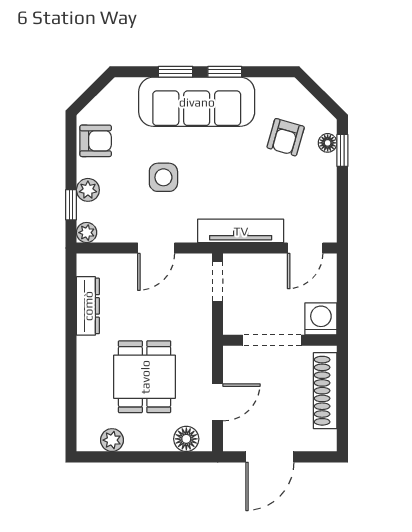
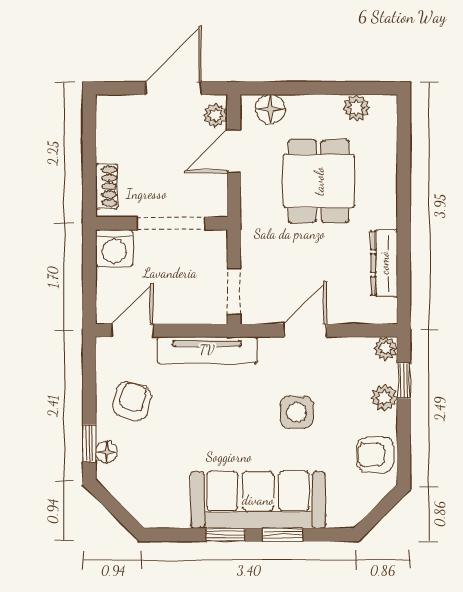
armchair: (286, 137) -> (132, 401), moved
shoe rack: (325, 391) -> (107, 186), width x0.51, depth x0.81
plant: (233, 434) -> (216, 115), added

